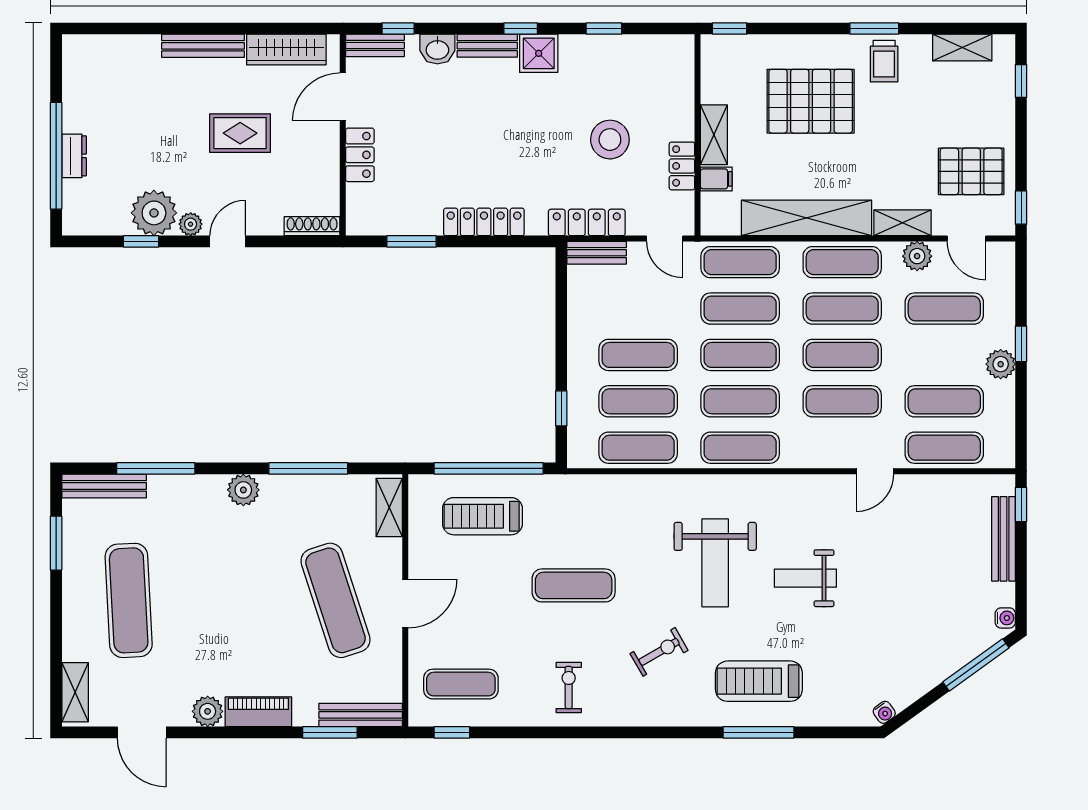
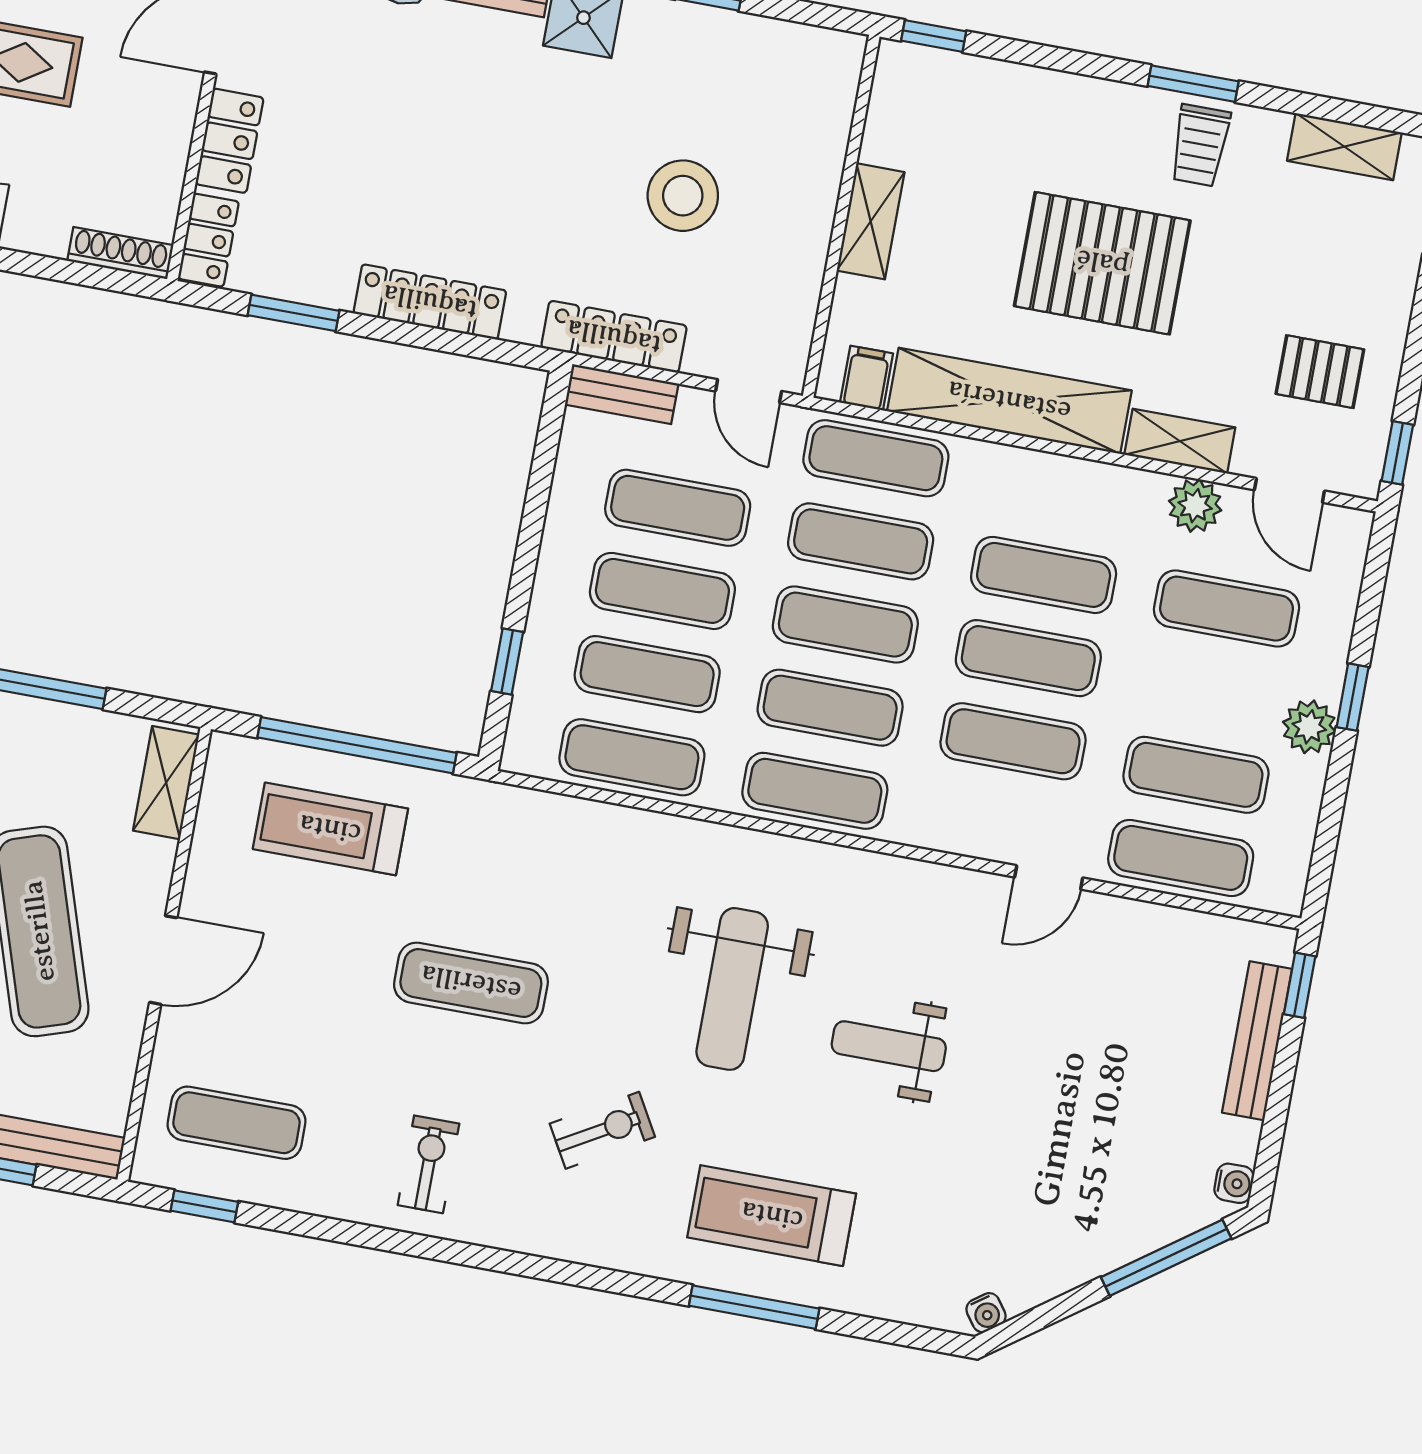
pallet: (811, 101) -> (1102, 263), moved
locker: (682, 166) -> (208, 240), moved, turned 180
pallet: (971, 171) -> (1320, 372), width x0.67, depth x0.71
filing cabinet: (716, 179) -> (867, 378), moved, turned -90
exercise mat: (842, 262) -> (678, 508), moved

